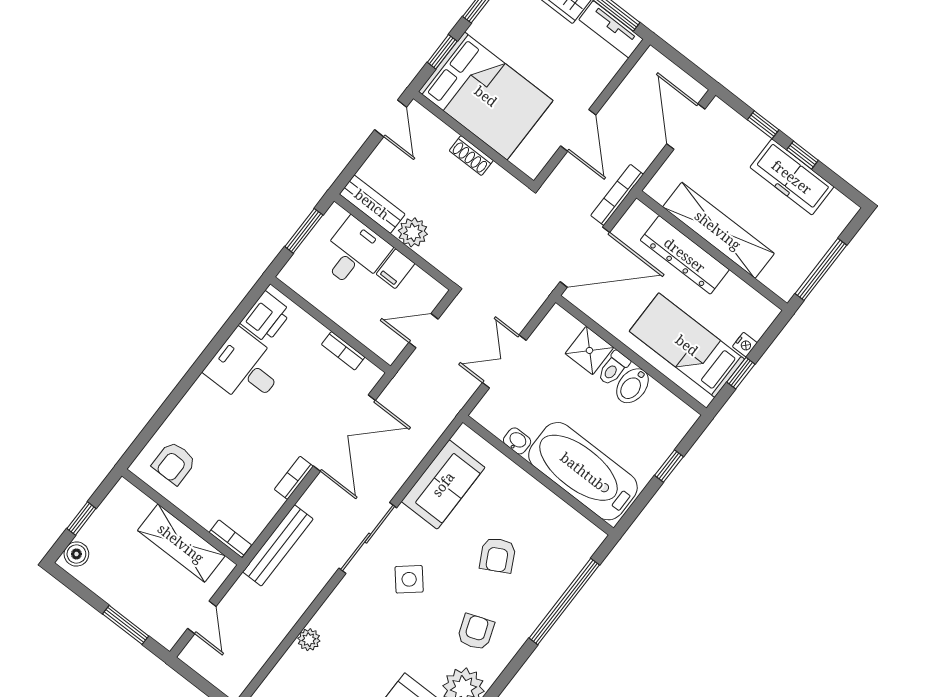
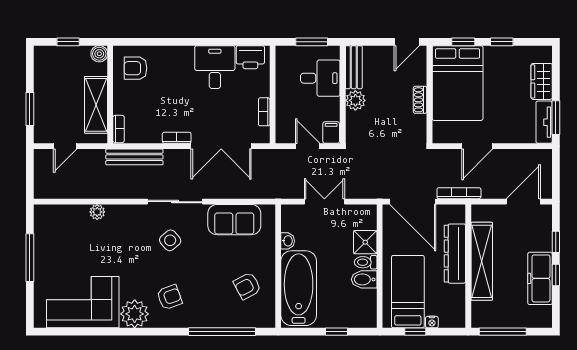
filing cabinet: (396, 269) -> (331, 133), moved, turned 90
boiler: (76, 554) -> (99, 54), moved
armchair: (498, 555) -> (247, 286), moved

